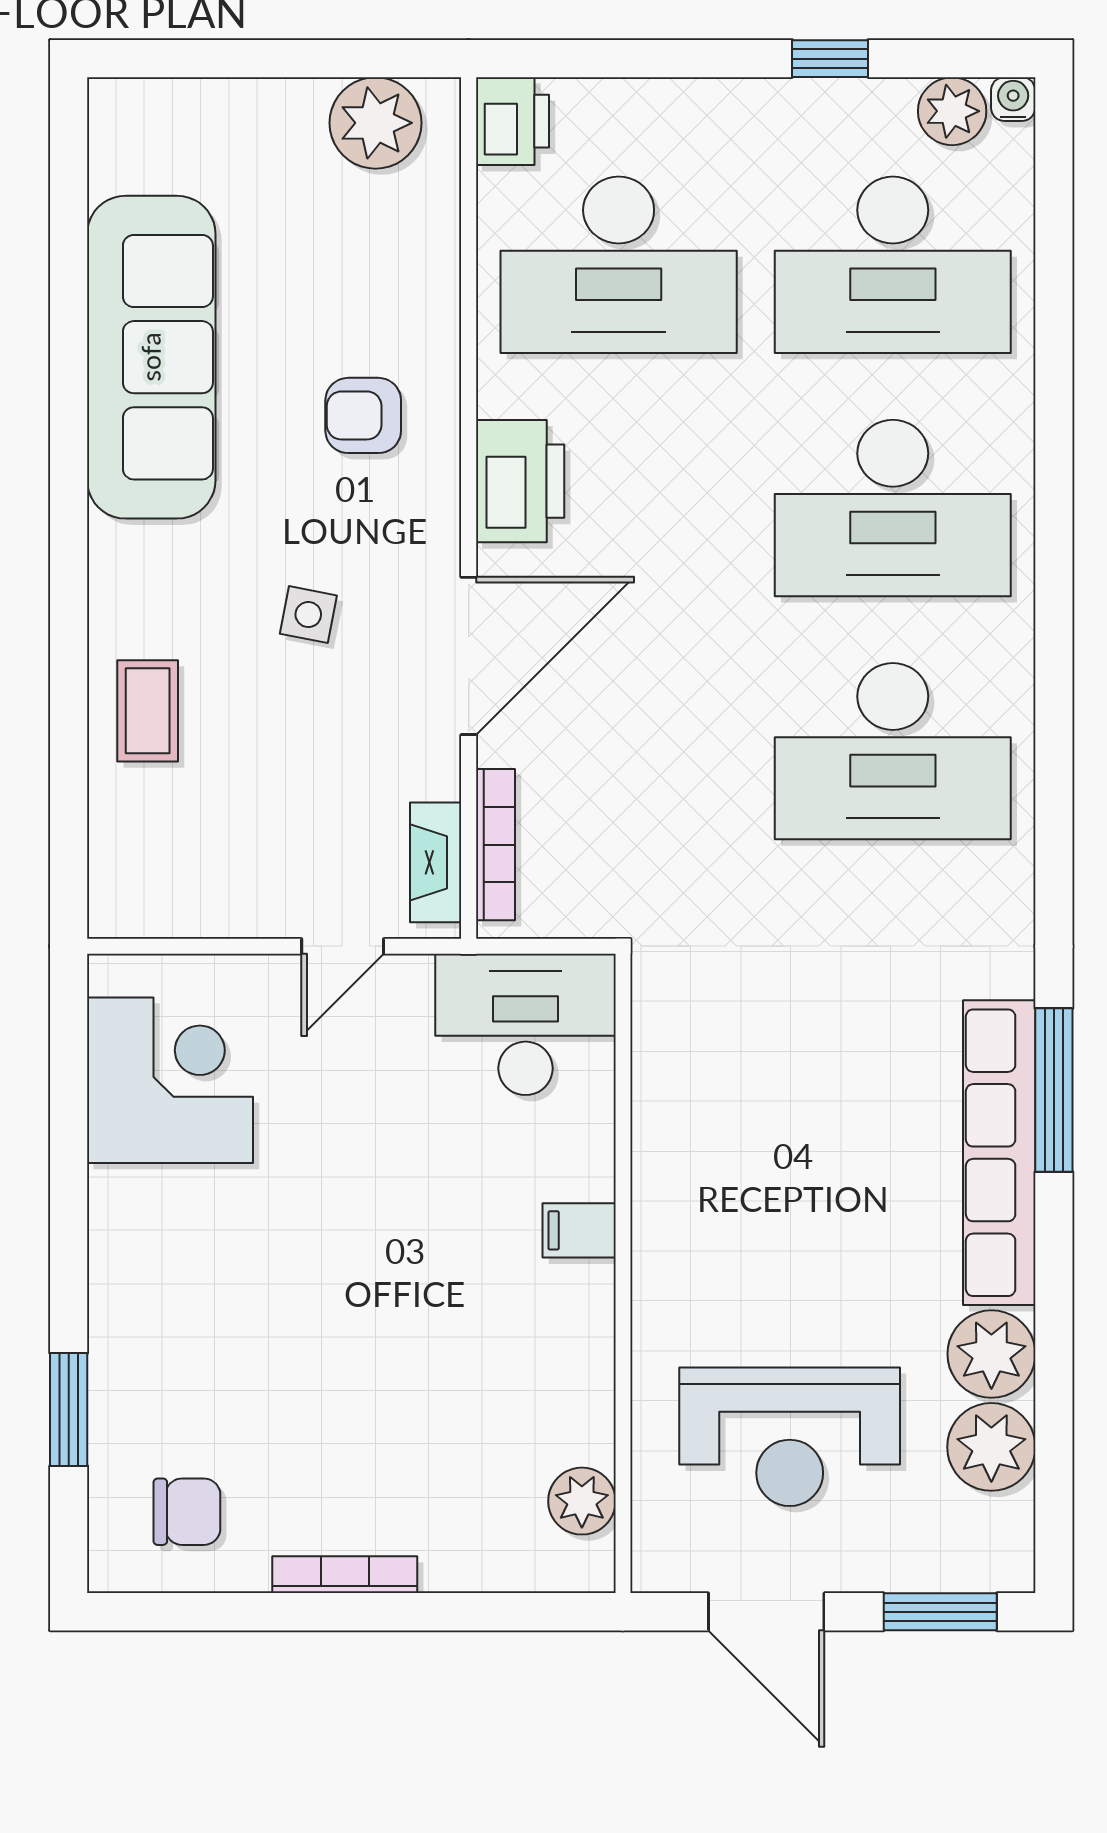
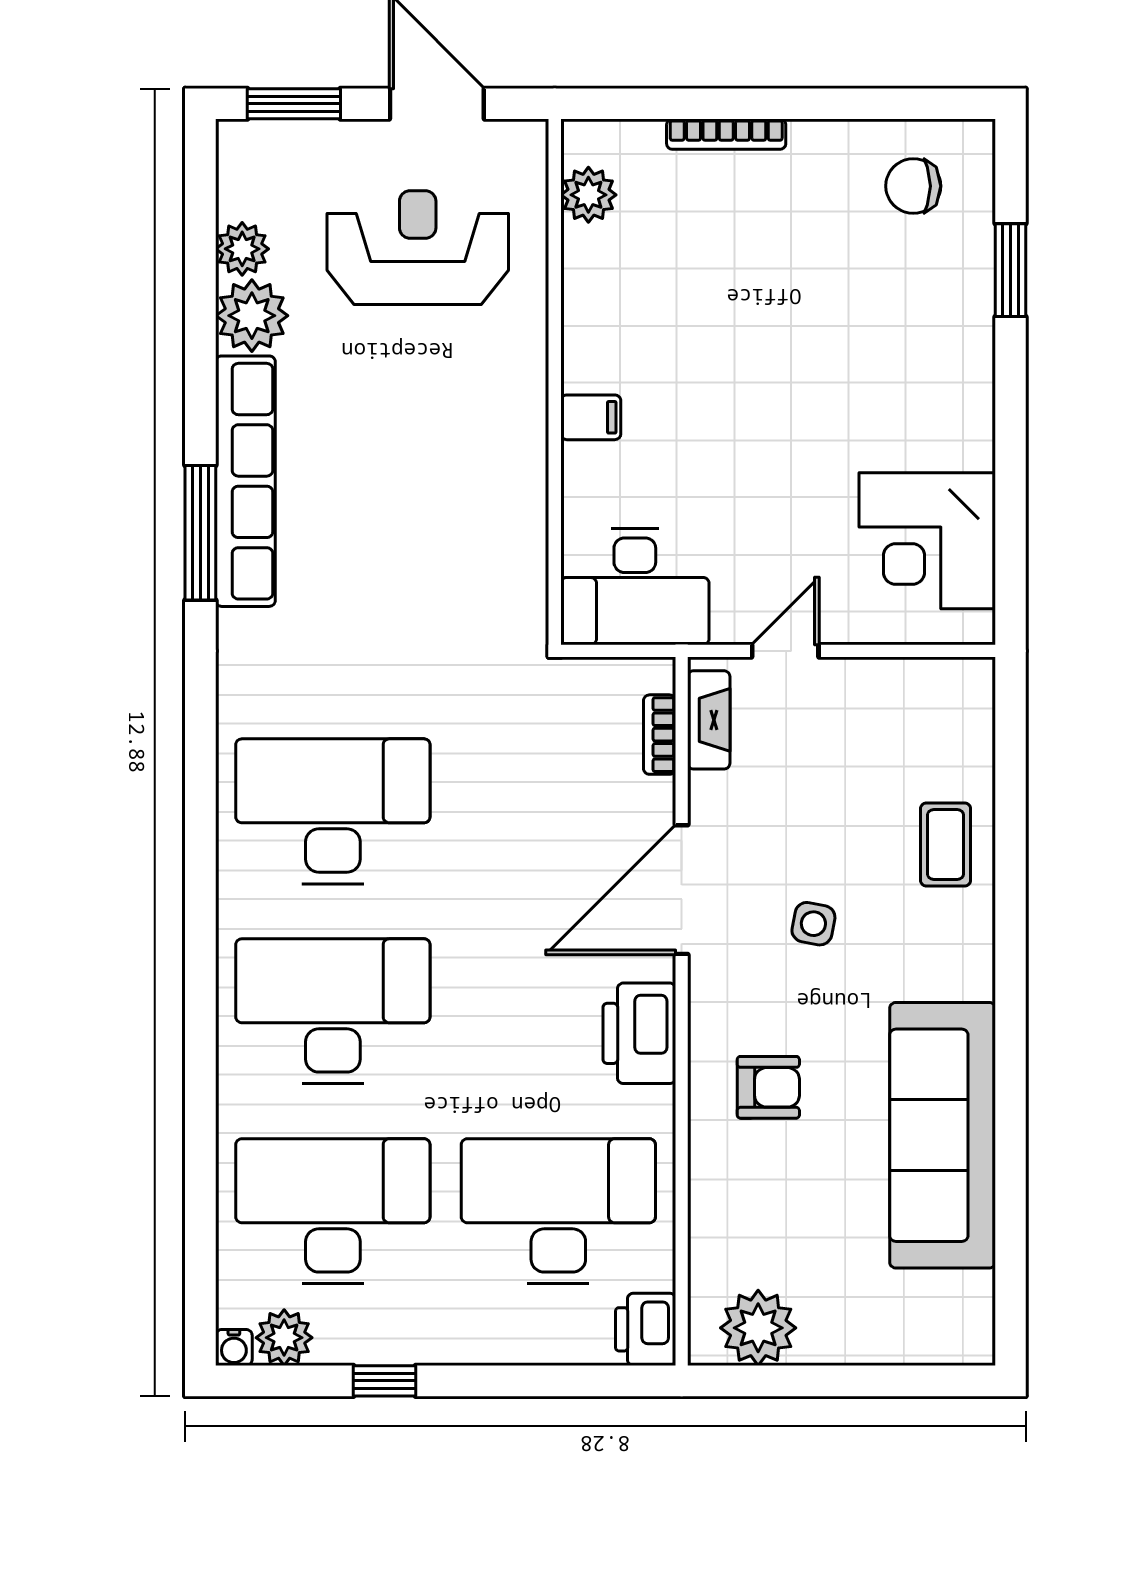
bookcase: (495, 845) -> (660, 735), width x0.64
plant: (991, 1447) -> (242, 249), width x0.73, depth x0.73
bookcase: (345, 1575) -> (726, 134), moved

